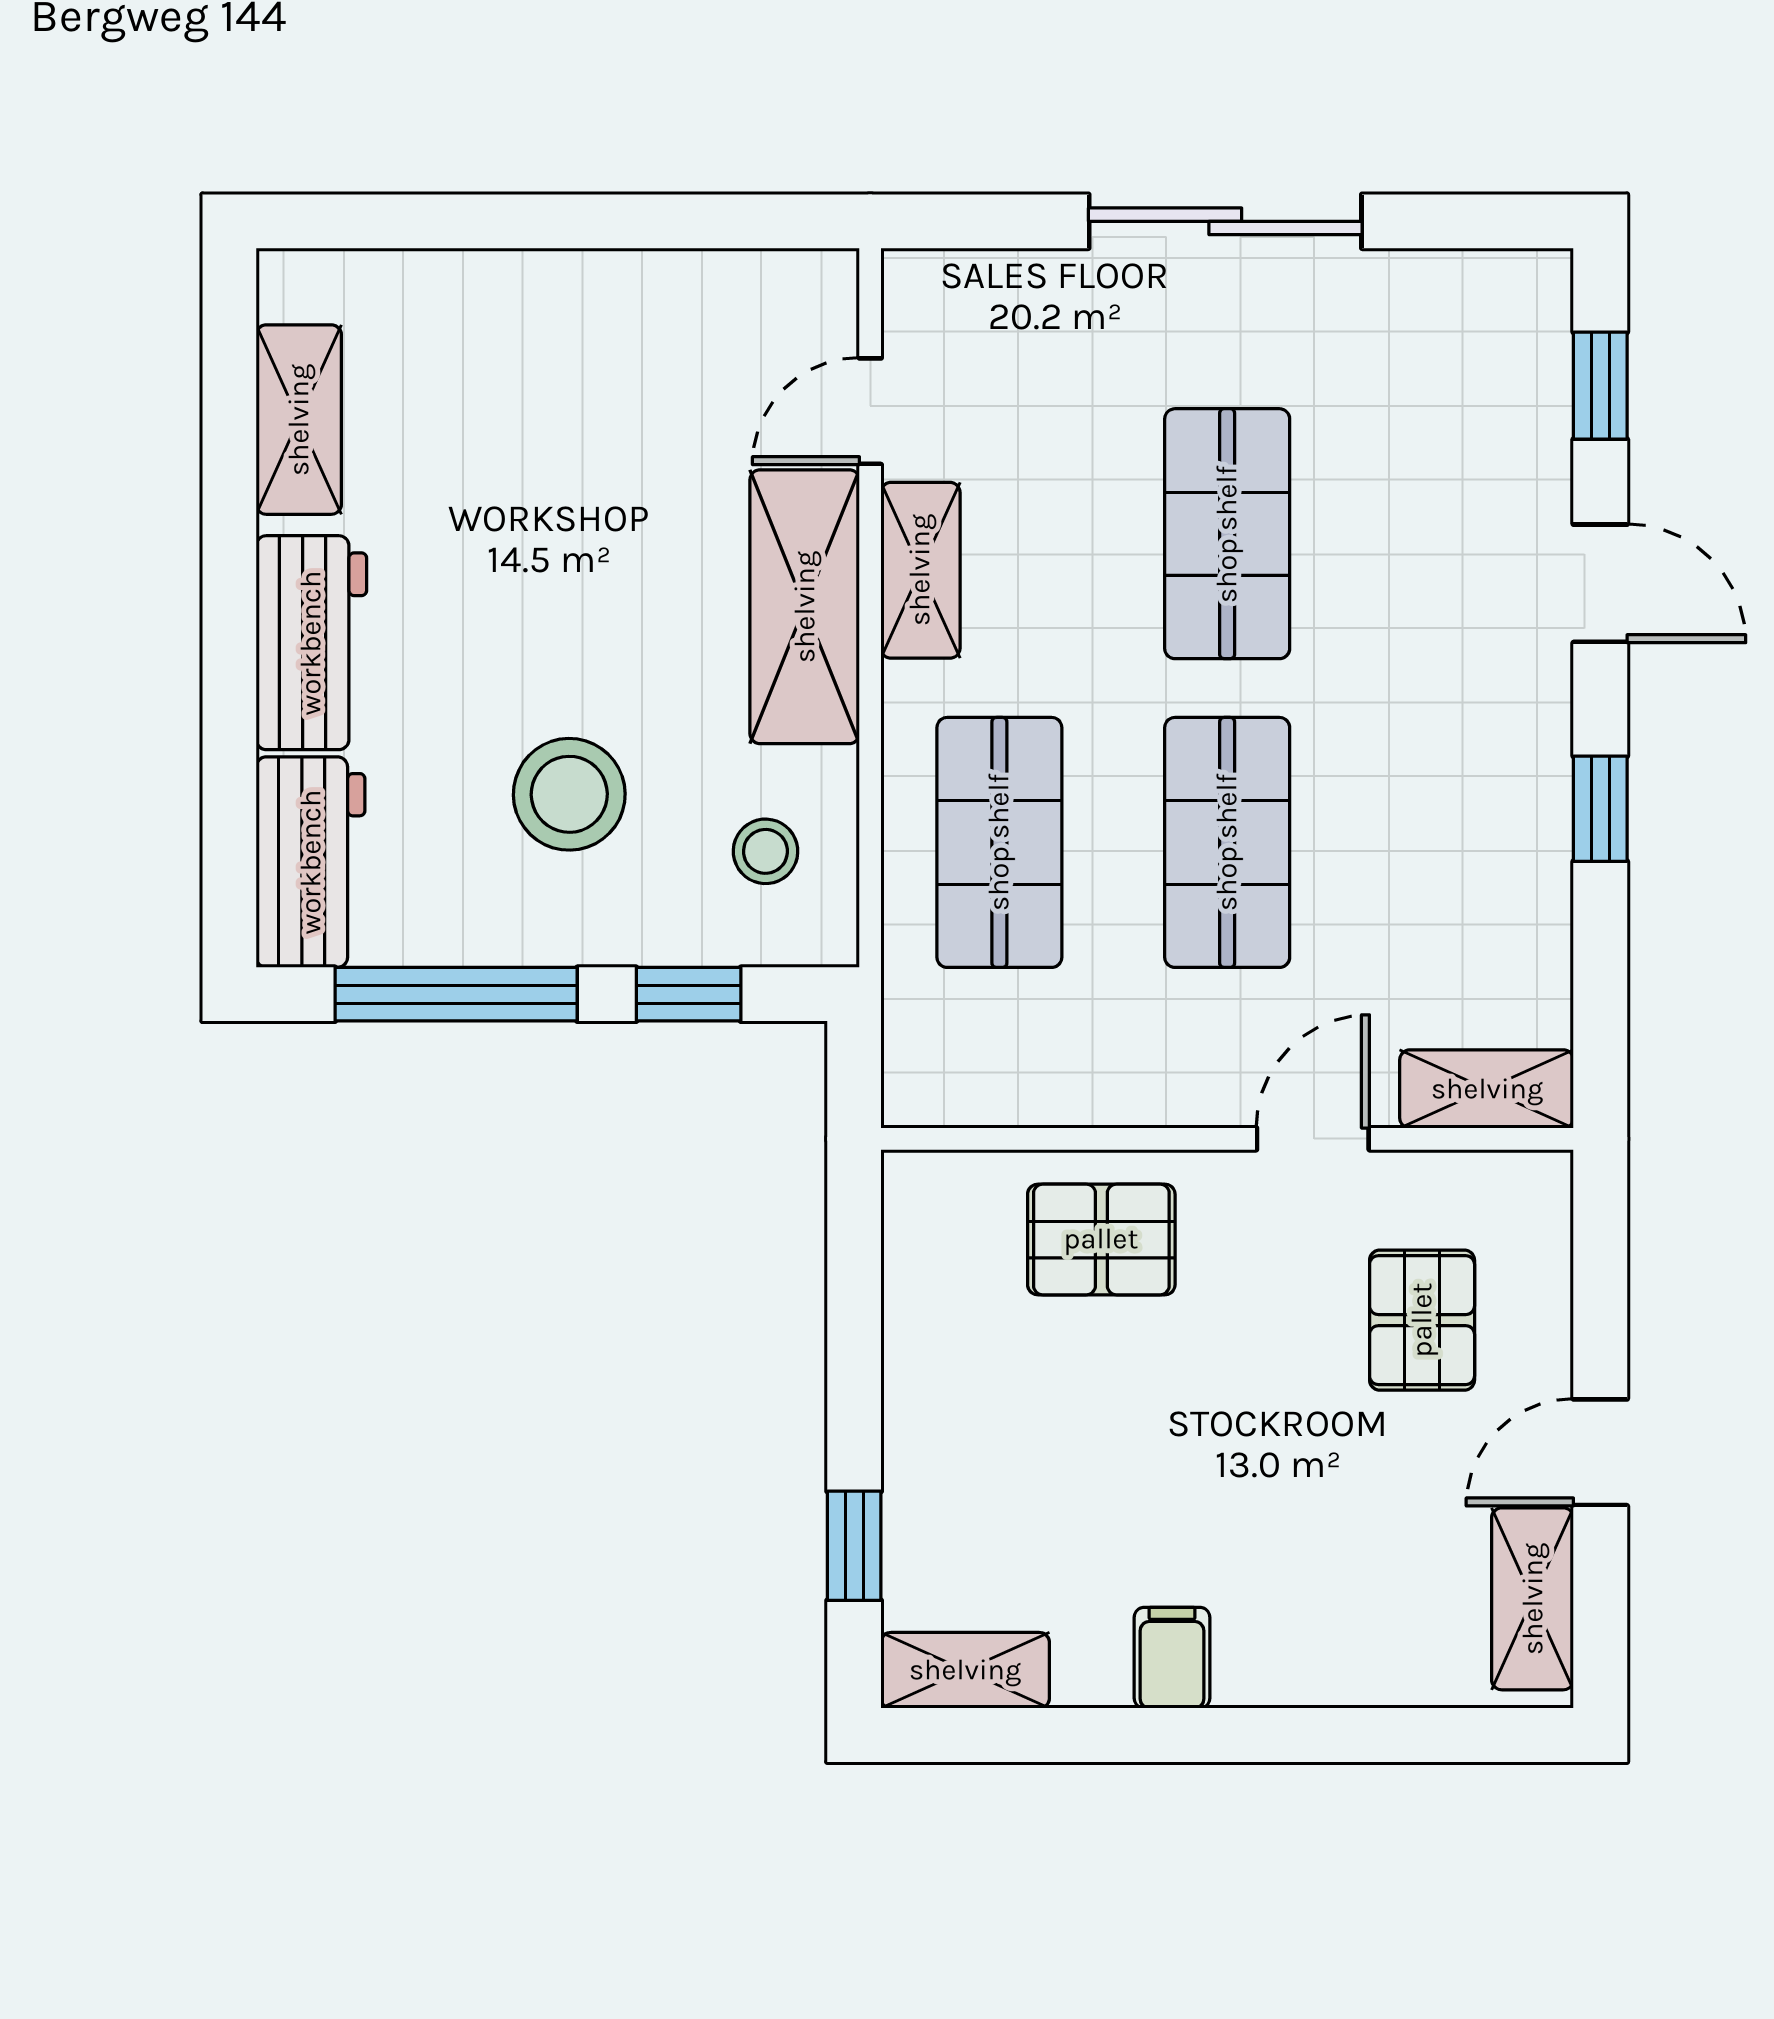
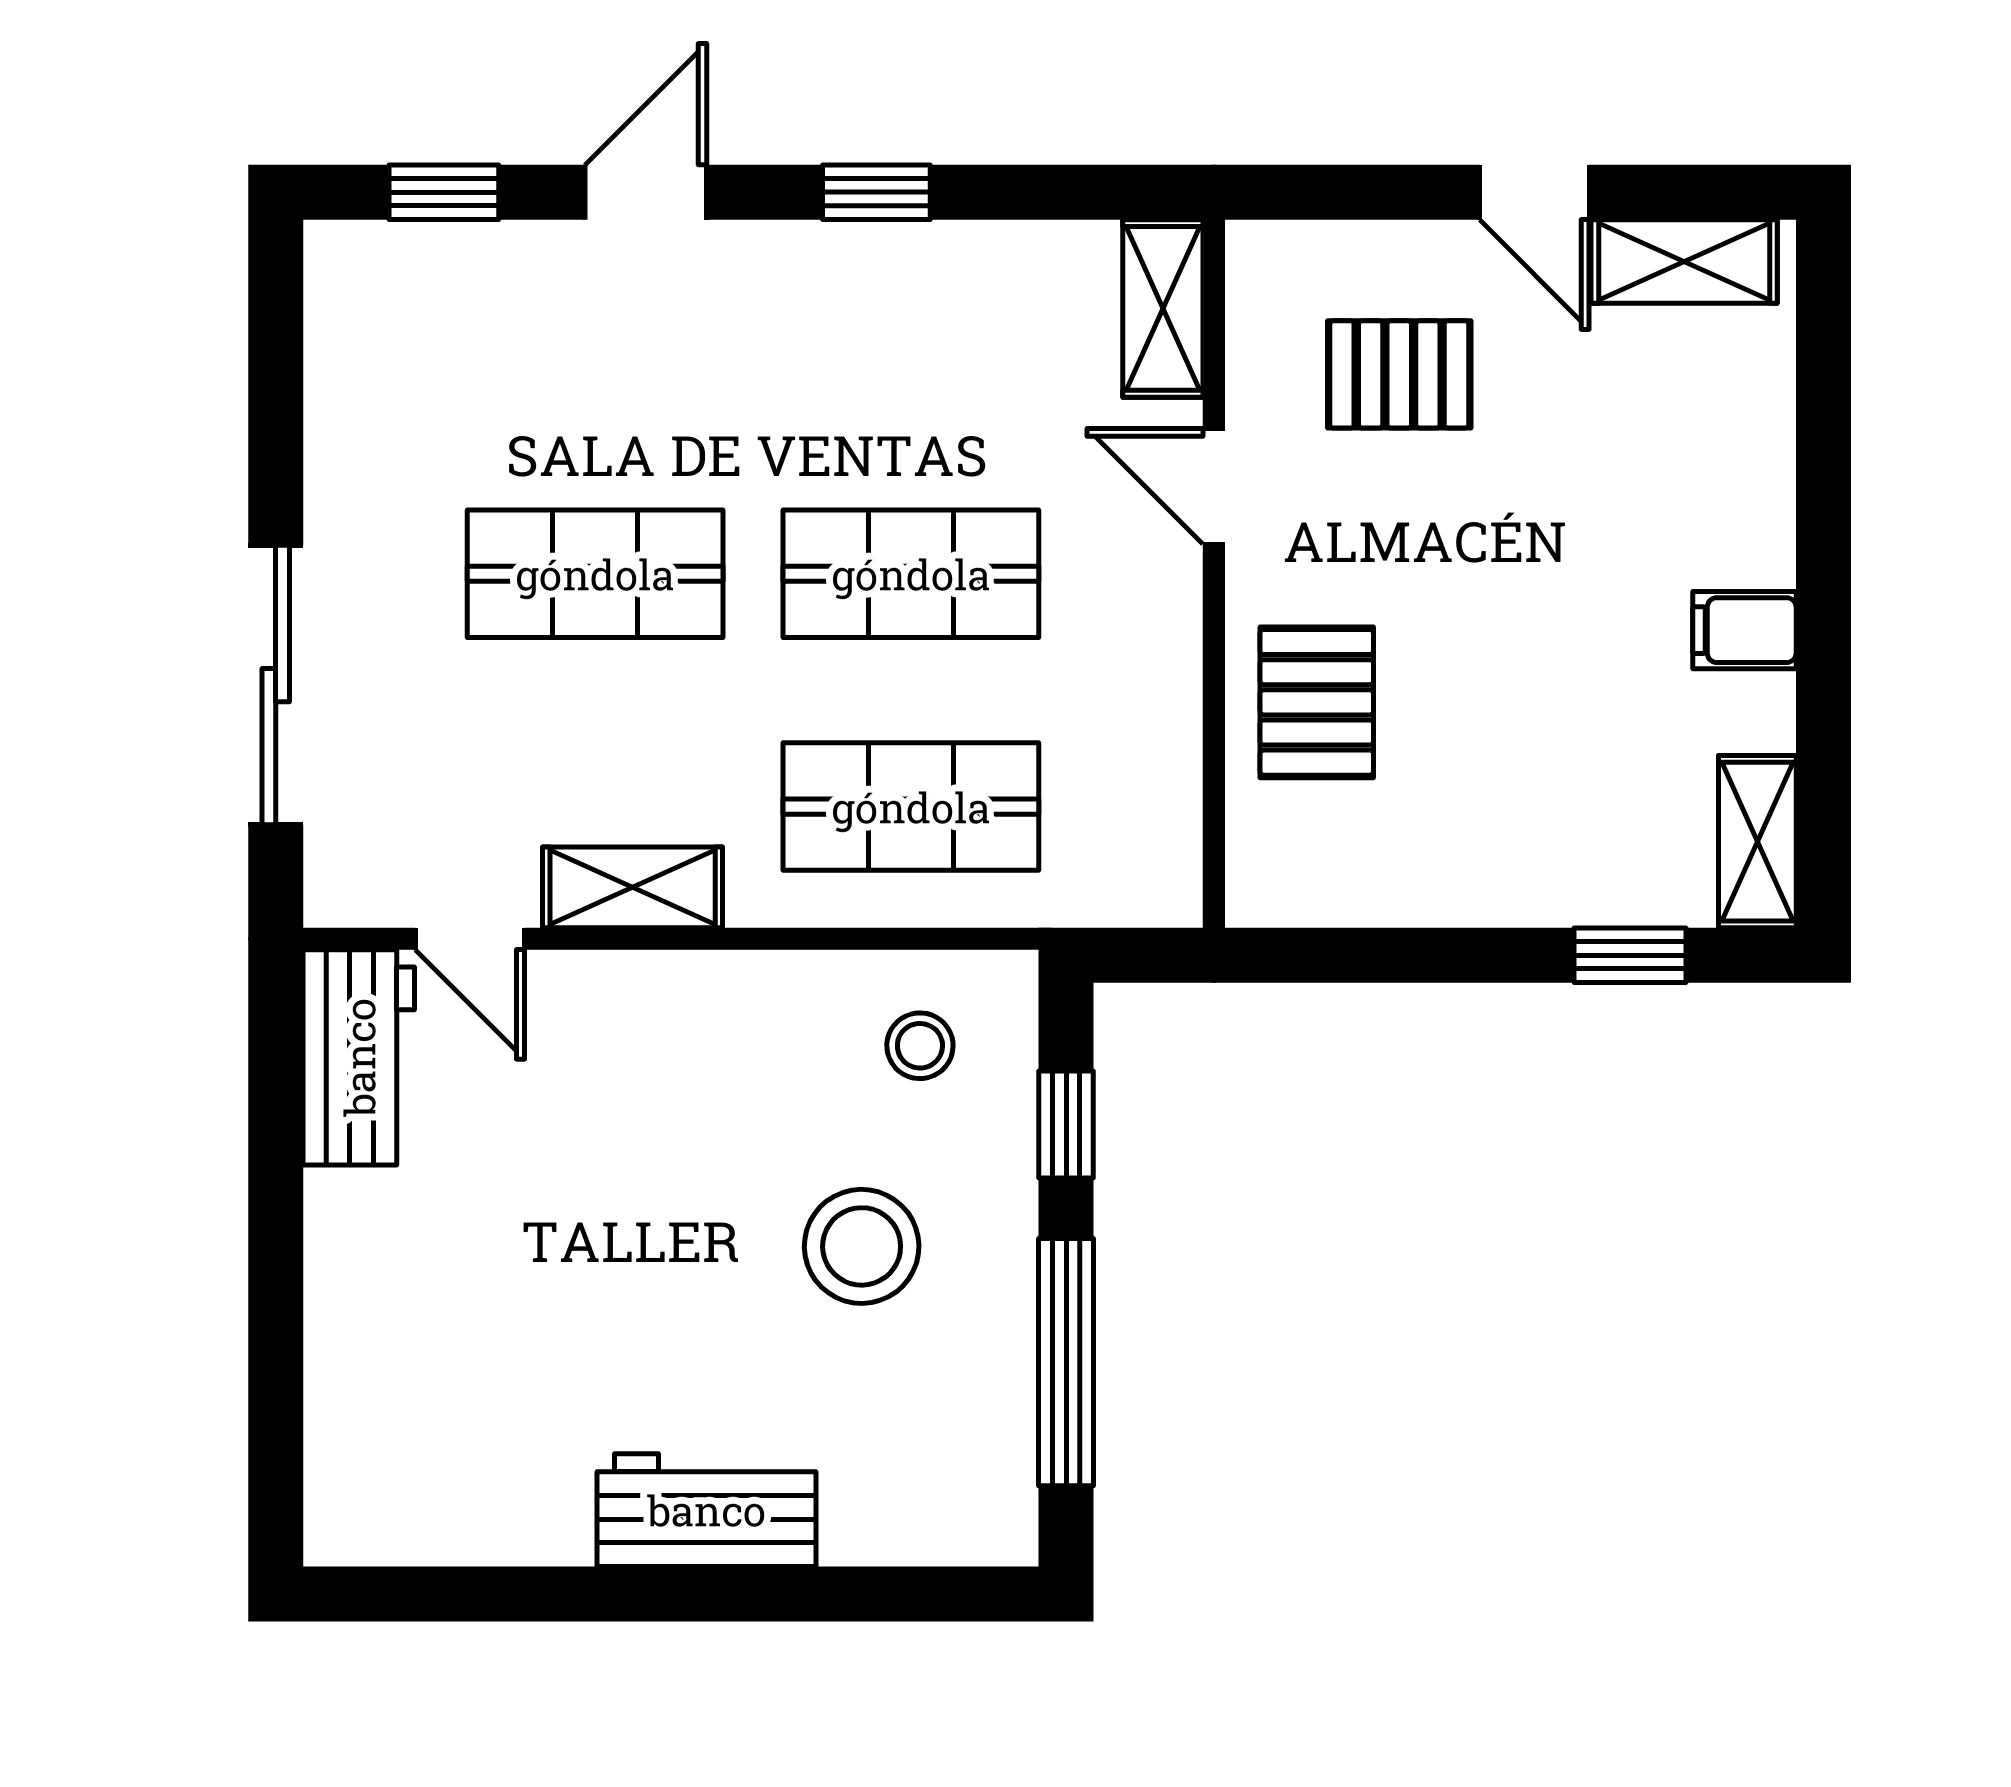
sliding door: (1225, 221) -> (276, 685), moved
shelving: (299, 420) -> (478, 1523), removed
shelving: (805, 607) -> (670, 1006), removed
workbench: (311, 862) -> (359, 1057), moved, turned 90

